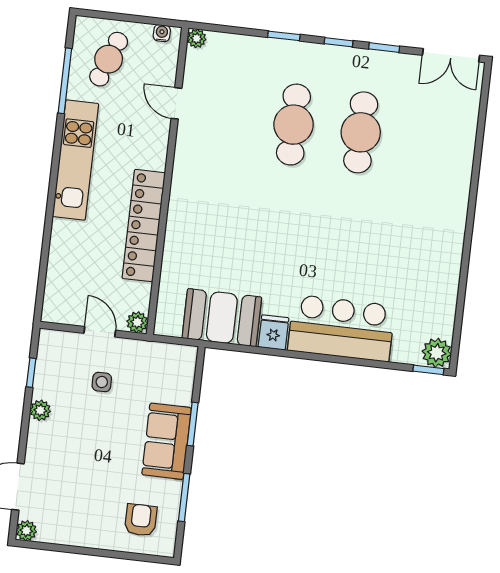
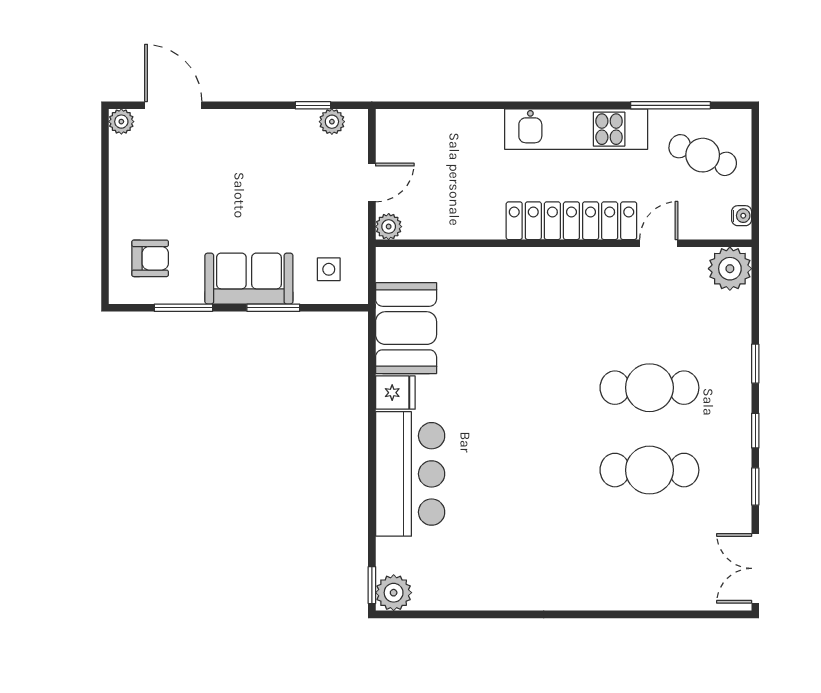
plant: (197, 38) -> (730, 269), width x1.88, depth x1.88
locker: (144, 226) -> (571, 221), moved
side table: (102, 382) -> (329, 269), moved
plant: (40, 410) -> (332, 122), moved

